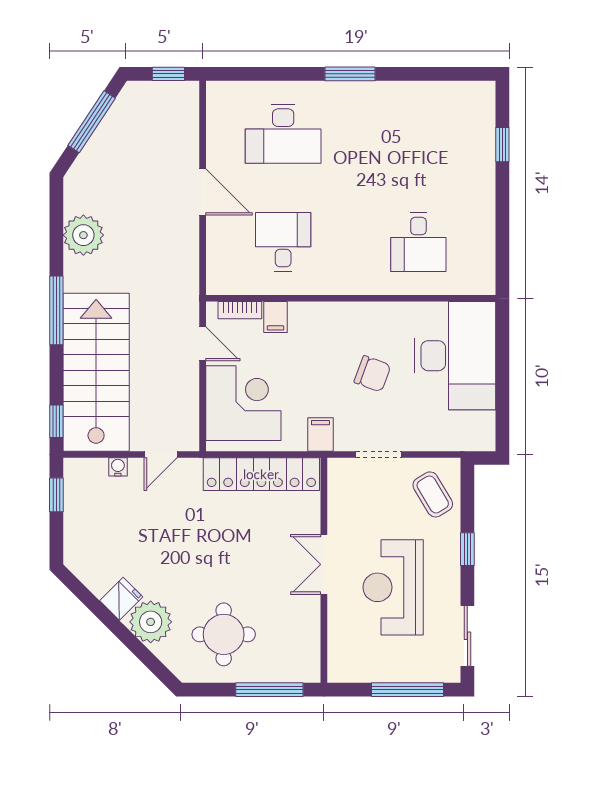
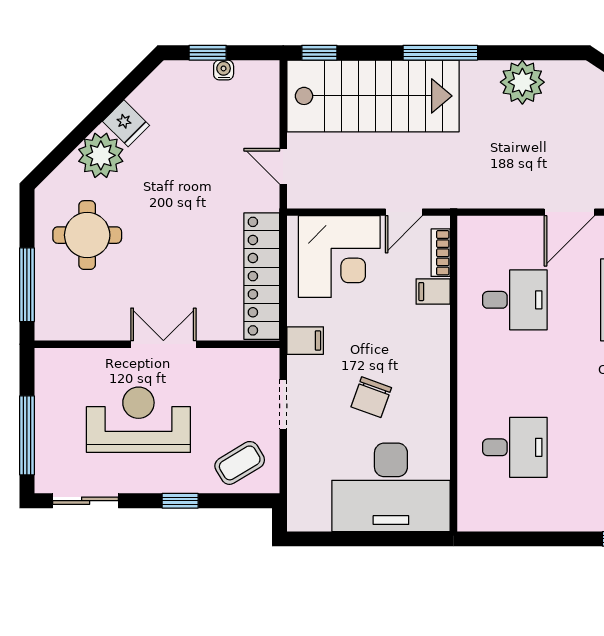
desk: (418, 242) -> (515, 447), turned 180
water cooler: (118, 467) -> (224, 70), moved, turned -90
window: (56, 495) -> (208, 53), moved

